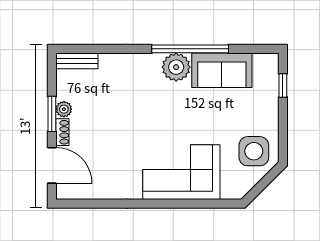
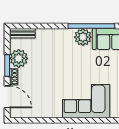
plant: (64, 109) -> (19, 58), width x1.87, depth x1.87

